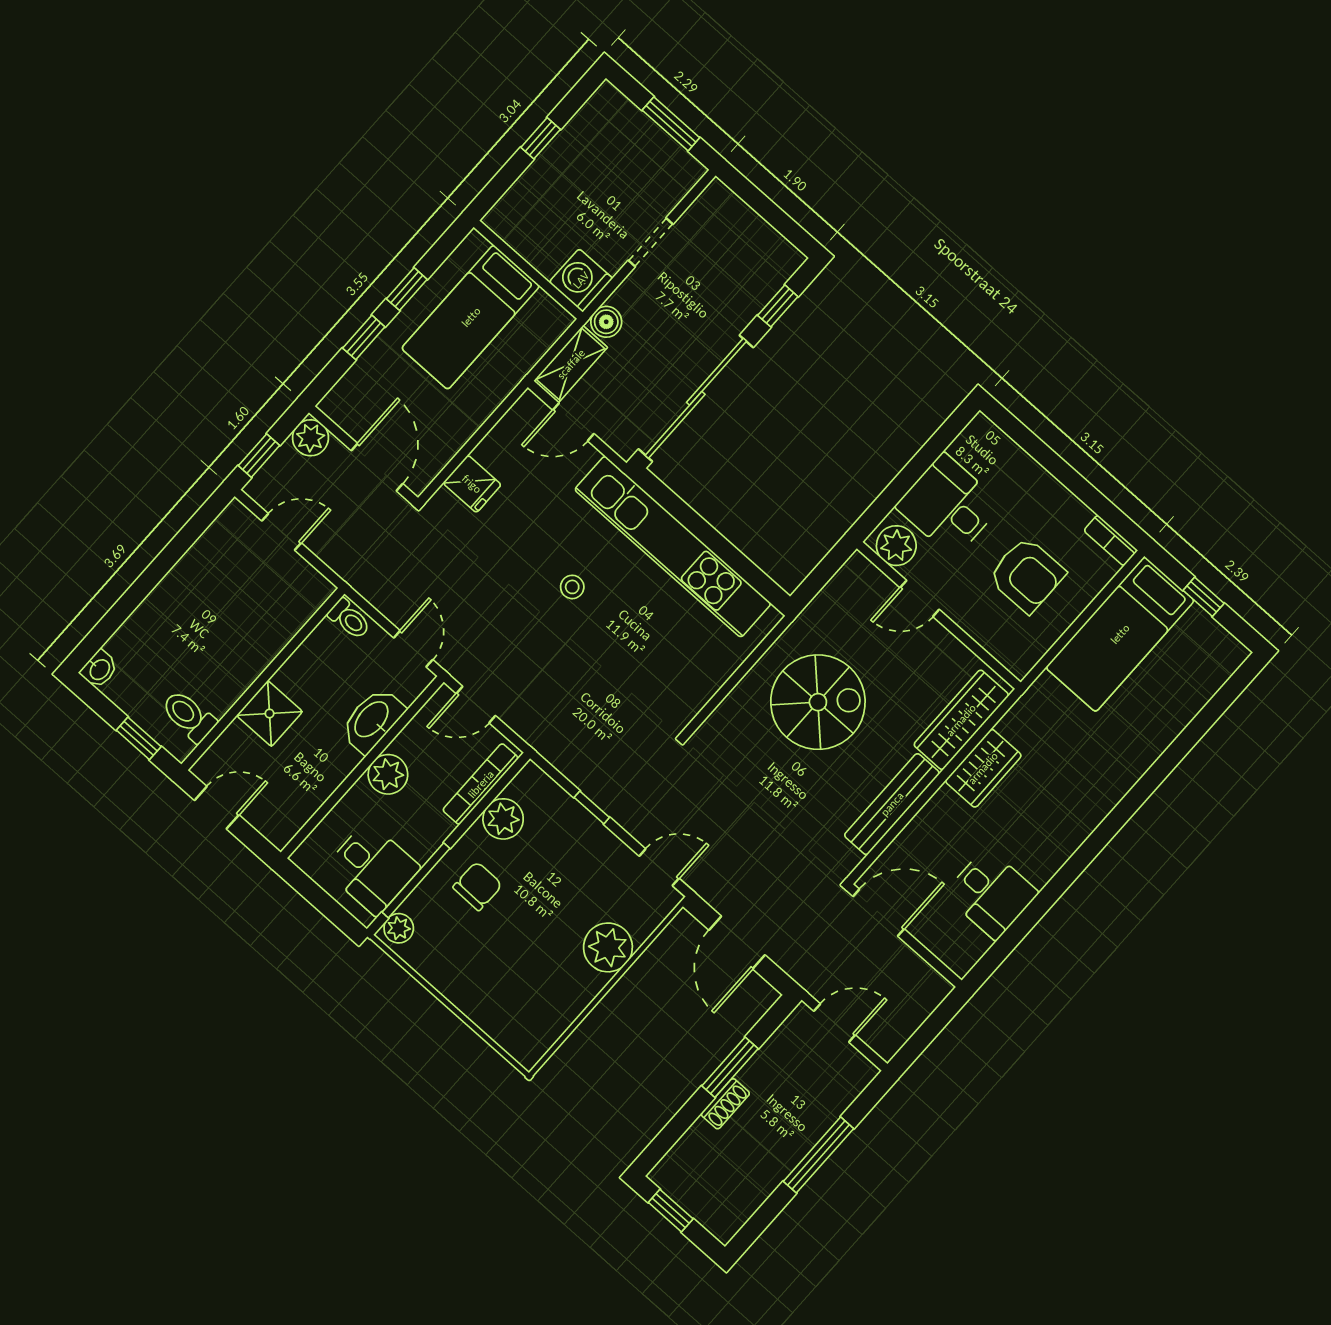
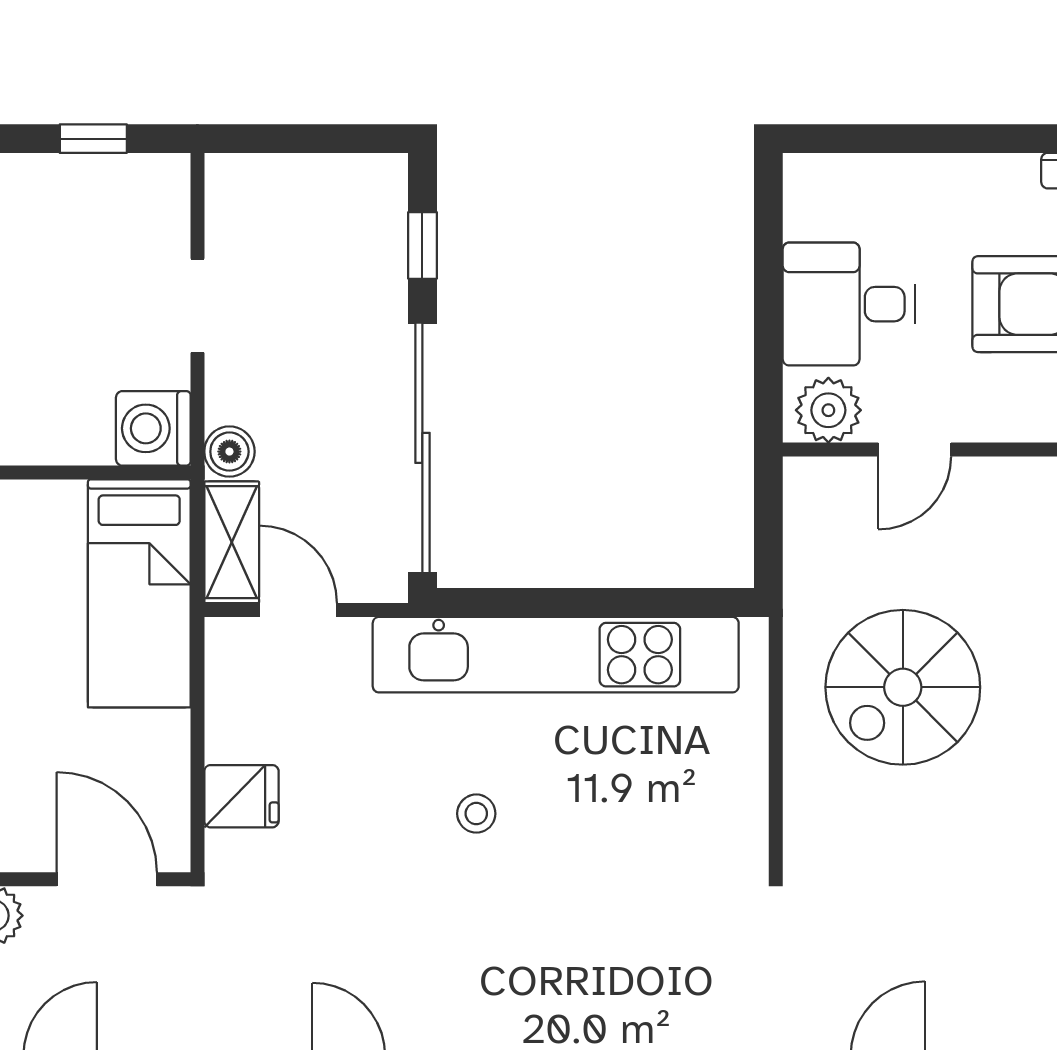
window: (671, 124) -> (93, 139), width x0.67
bed: (471, 317) -> (139, 593), moved
door: (573, 422) -> (298, 610), swing flipped
spiral stairs: (818, 702) -> (903, 687), turned 180

